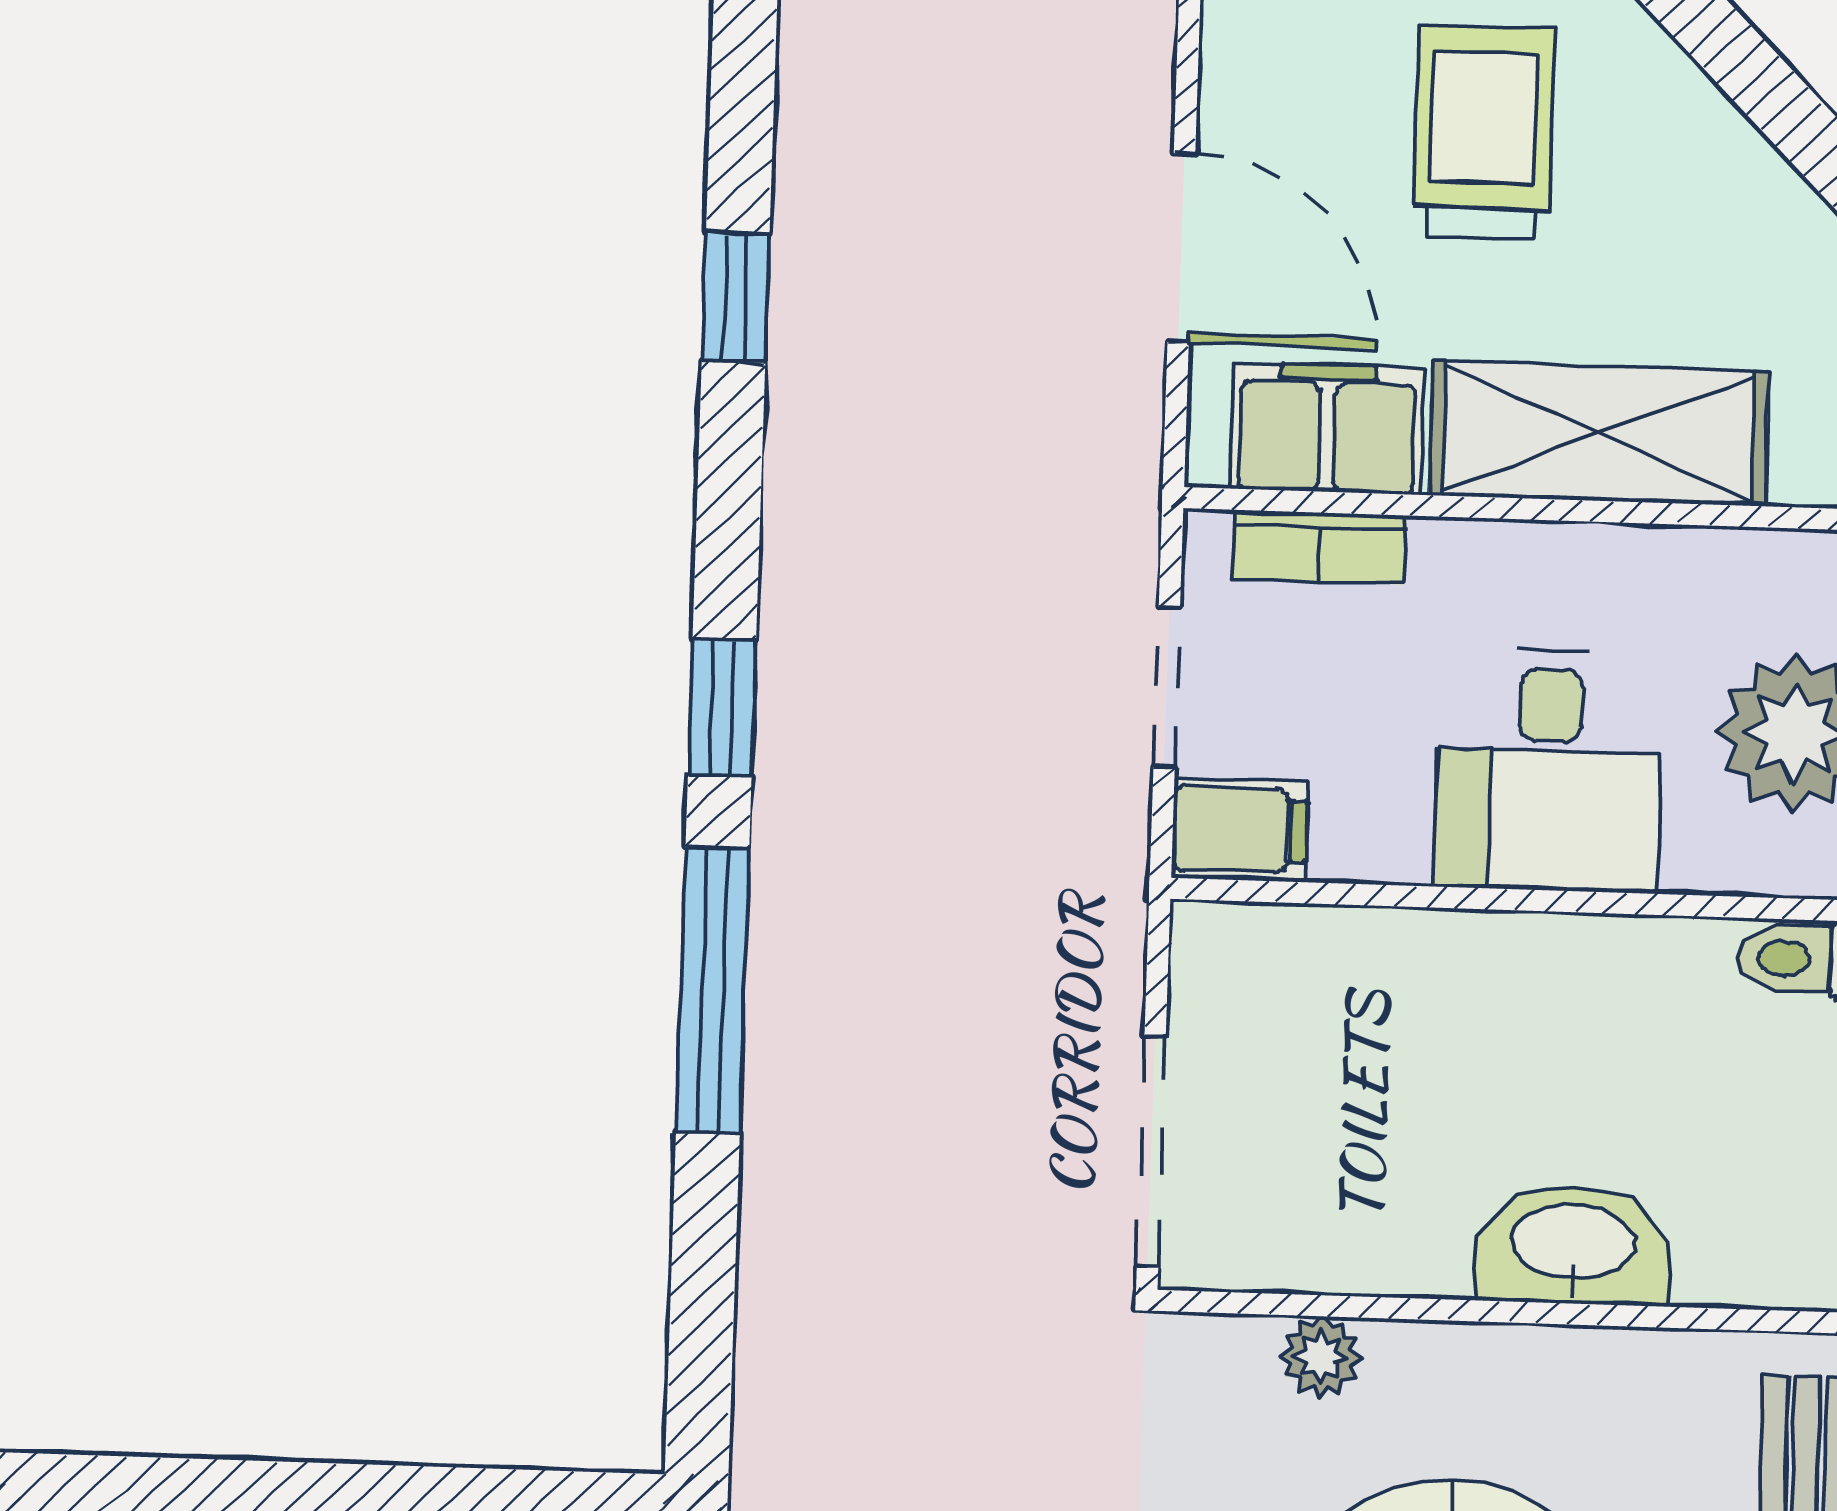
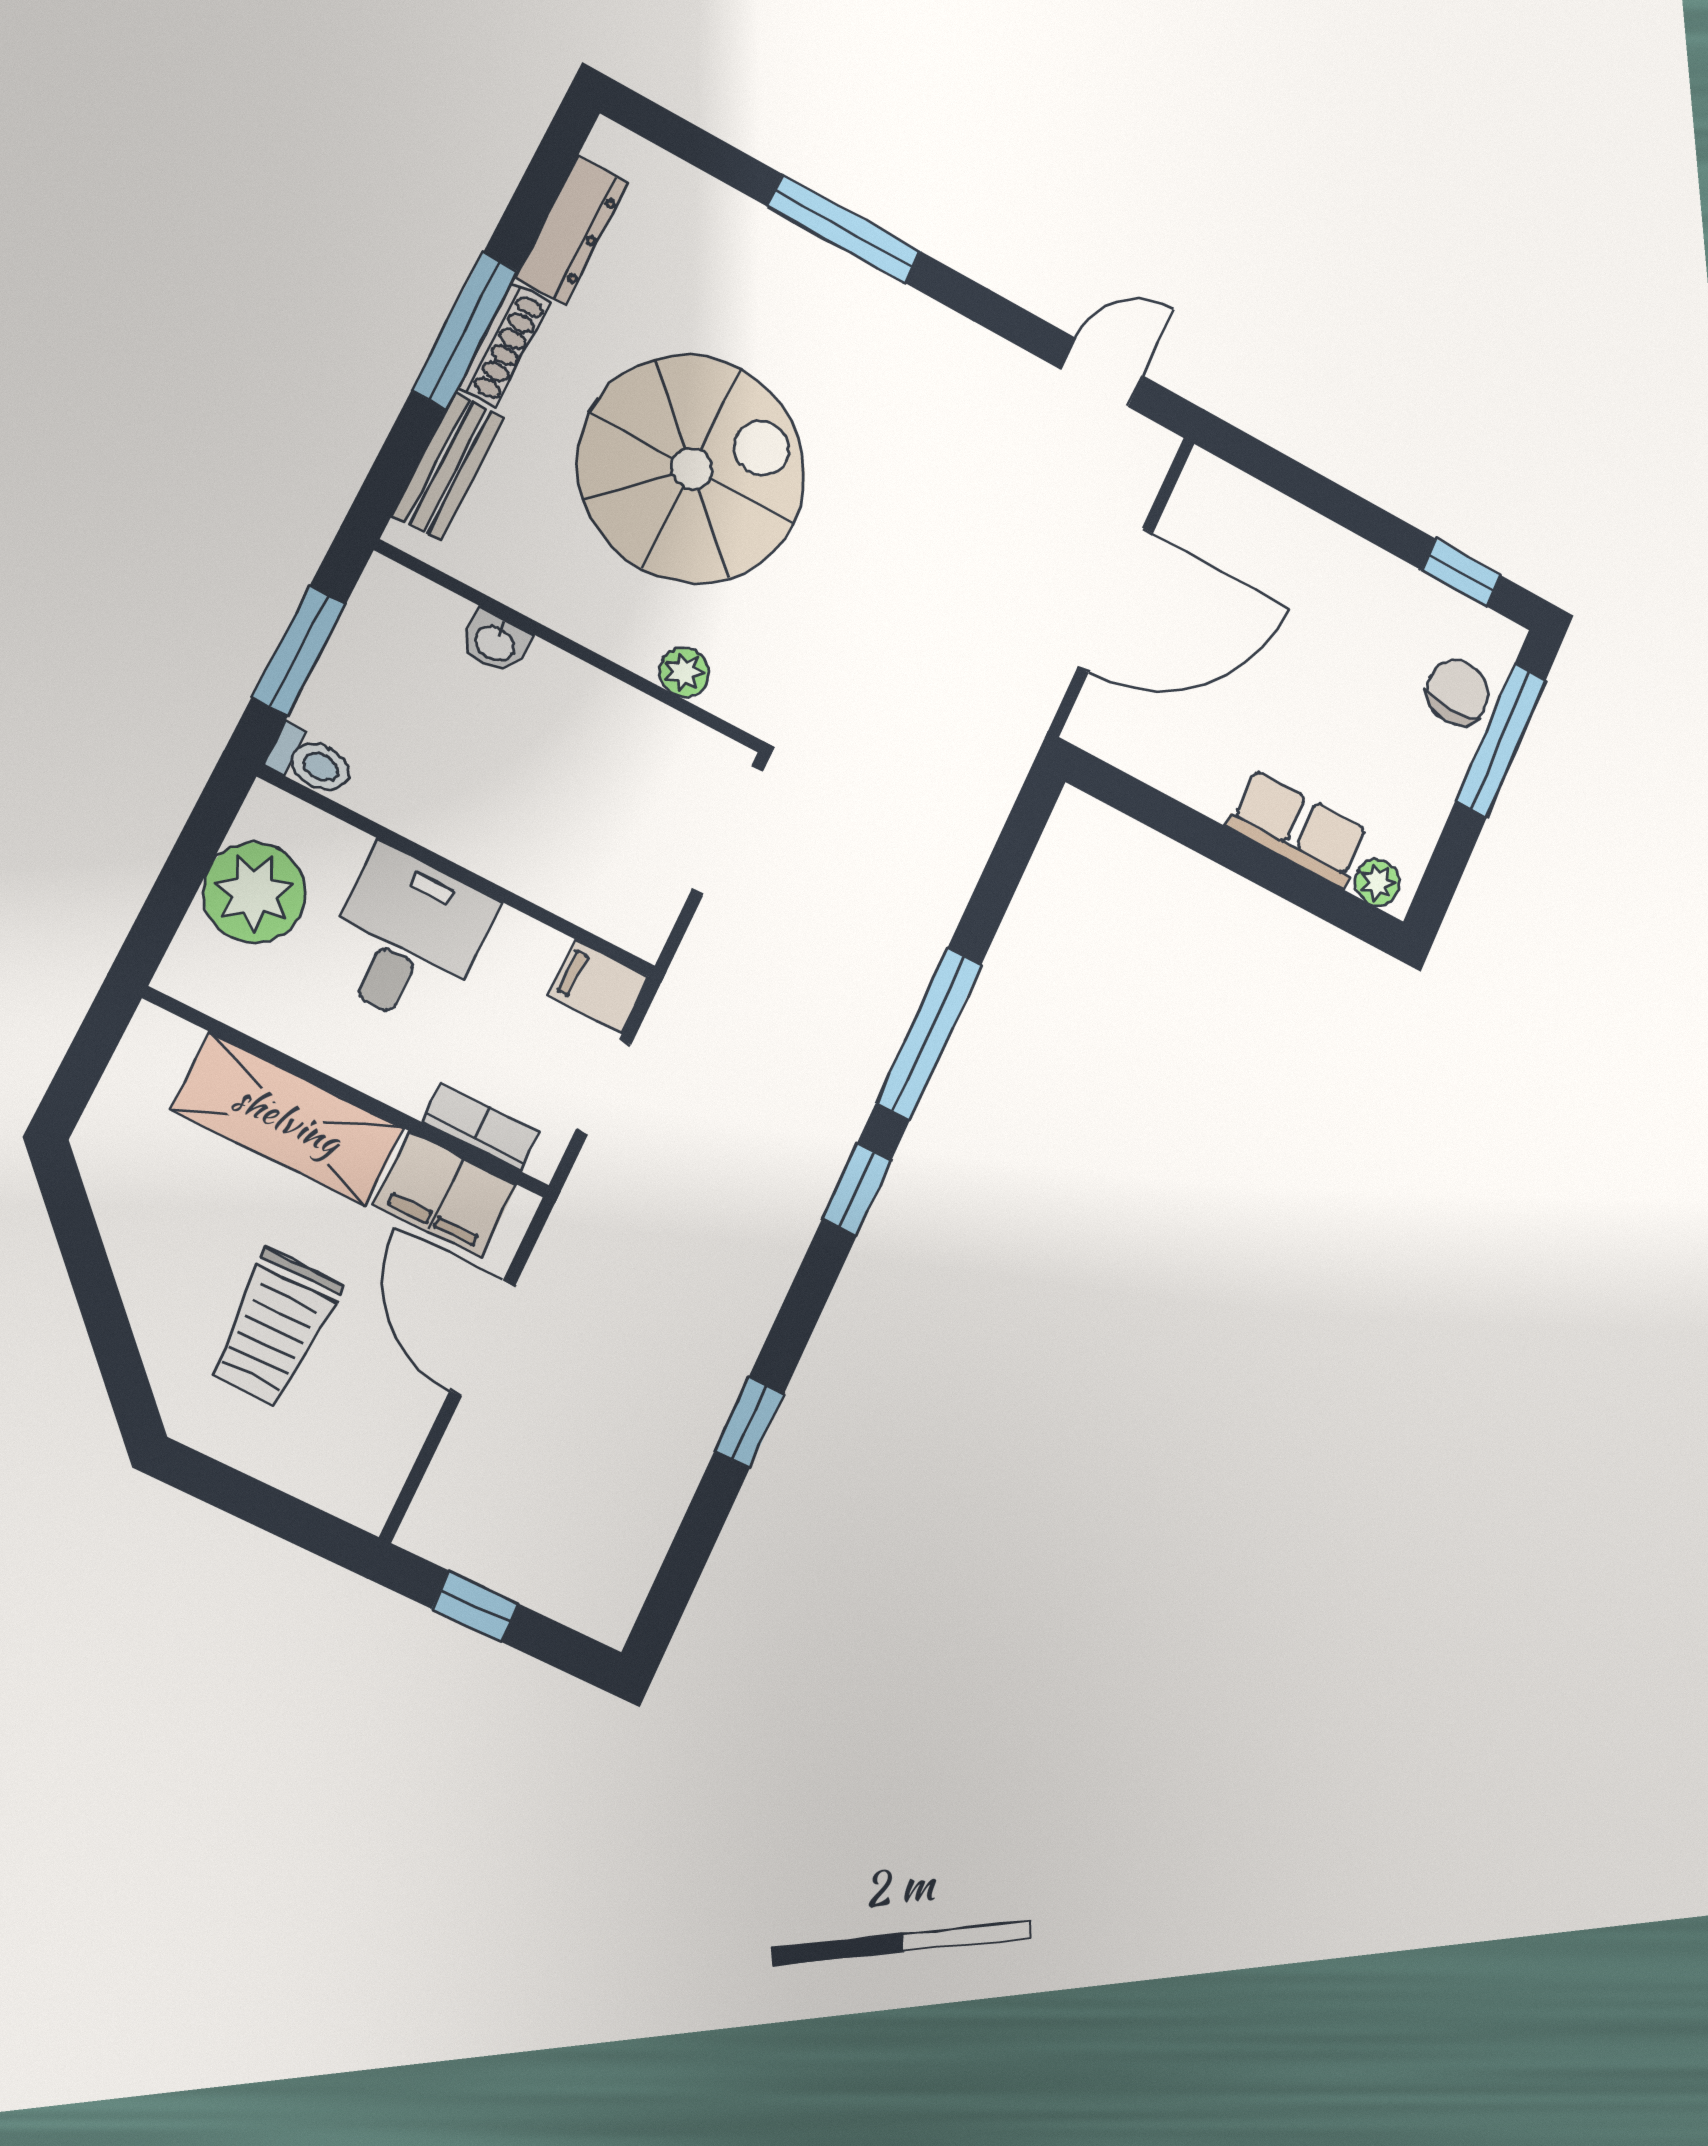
washbasin: (1573, 1245) -> (495, 642), width x0.52, depth x0.69

